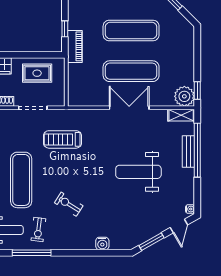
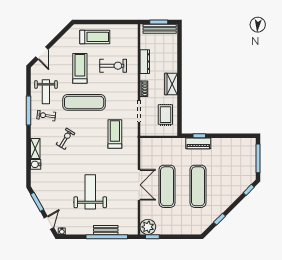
piano: (75, 46) -> (198, 143), moved
shelving: (181, 115) -> (35, 148), moved
door: (179, 226) -> (49, 223), swing flipped

